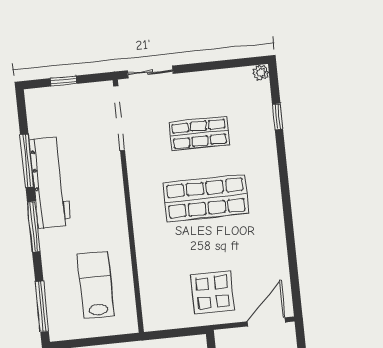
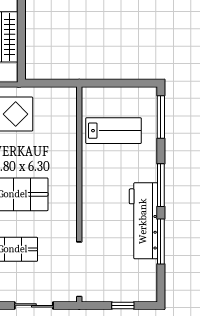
sliding door: (150, 72) -> (34, 305), moved
lab bench: (96, 285) -> (114, 131), turned -90

